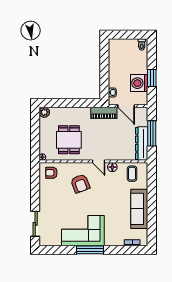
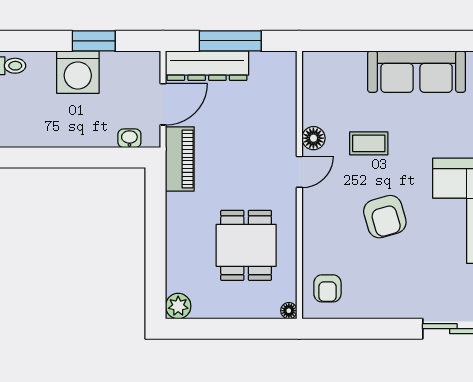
washing machine: (139, 83) -> (78, 72), moved
dining table: (69, 140) -> (246, 245), turned 90
dresser: (142, 144) -> (207, 66), moved
coffee table: (132, 174) -> (369, 143), moved
armchair: (80, 184) -> (385, 217), moved, turned 95

